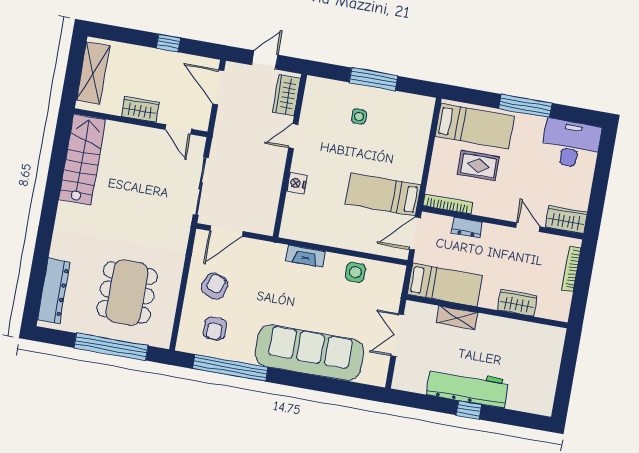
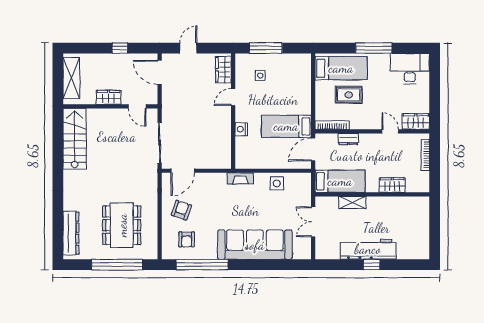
wardrobe: (286, 95) -> (223, 70), moved
door: (293, 136) -> (233, 97), moved
wall: (290, 156) -> (233, 111), moved
nightstand: (297, 183) -> (241, 129), moved

